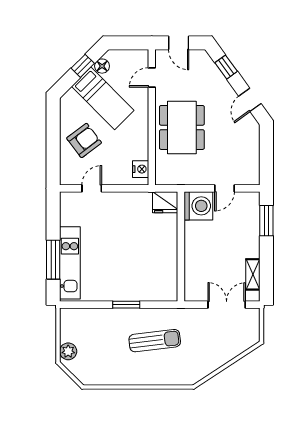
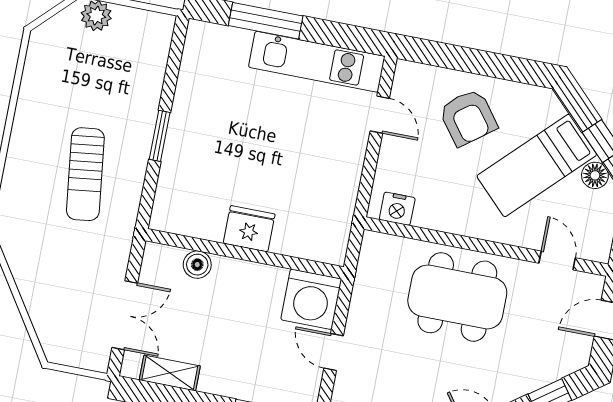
fridge: (165, 202) -> (249, 229), moved, turned 90
kitchen unit: (70, 263) -> (317, 62), moved
boiler: (192, 271) -> (197, 265), added

